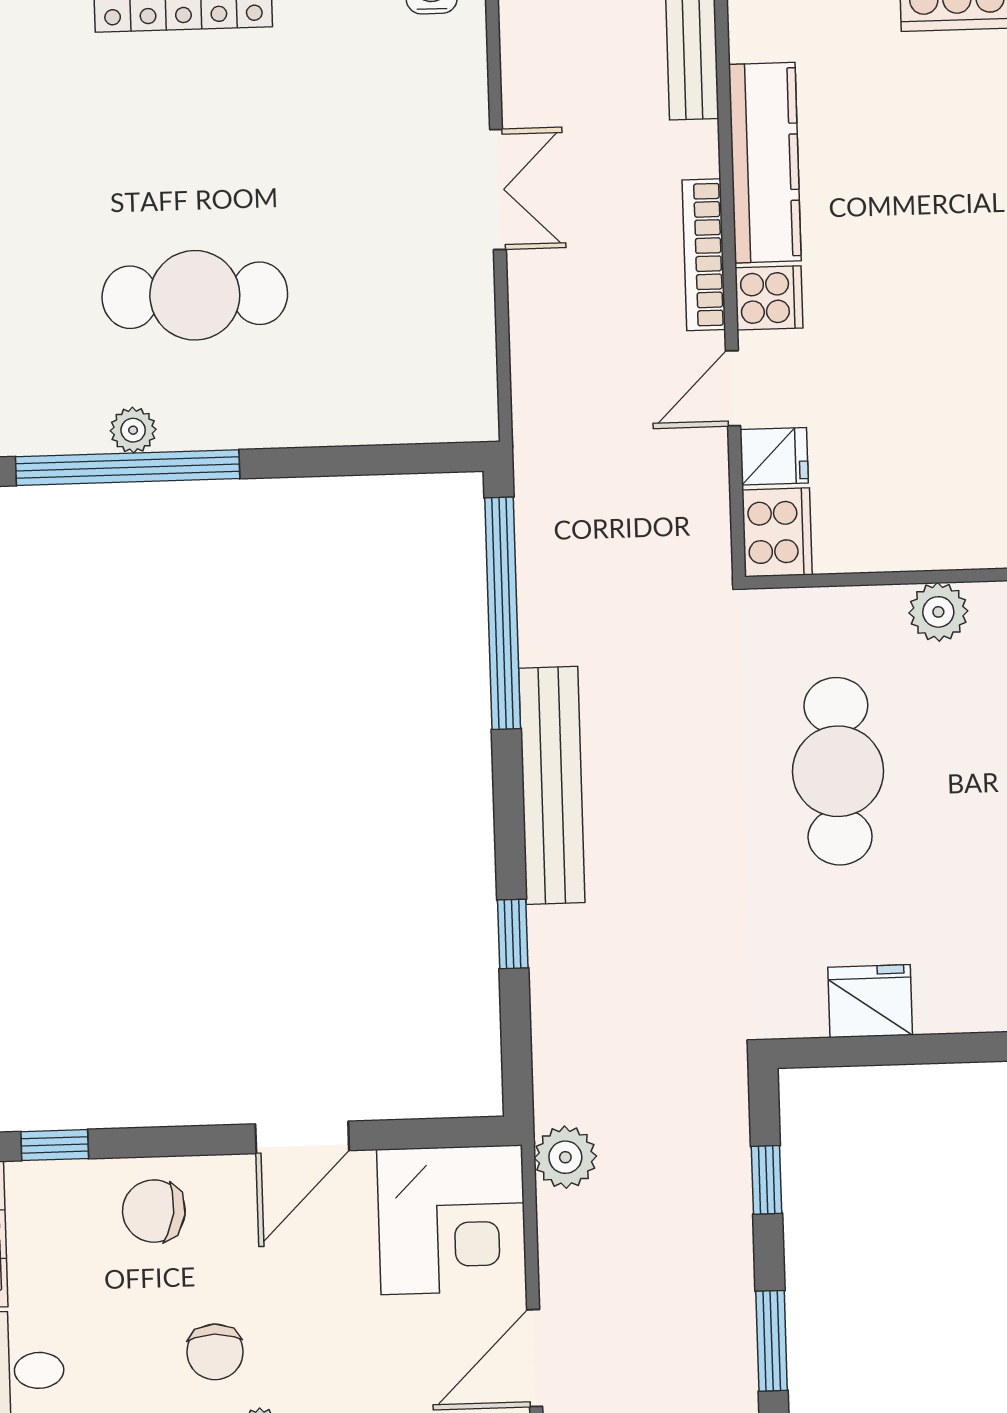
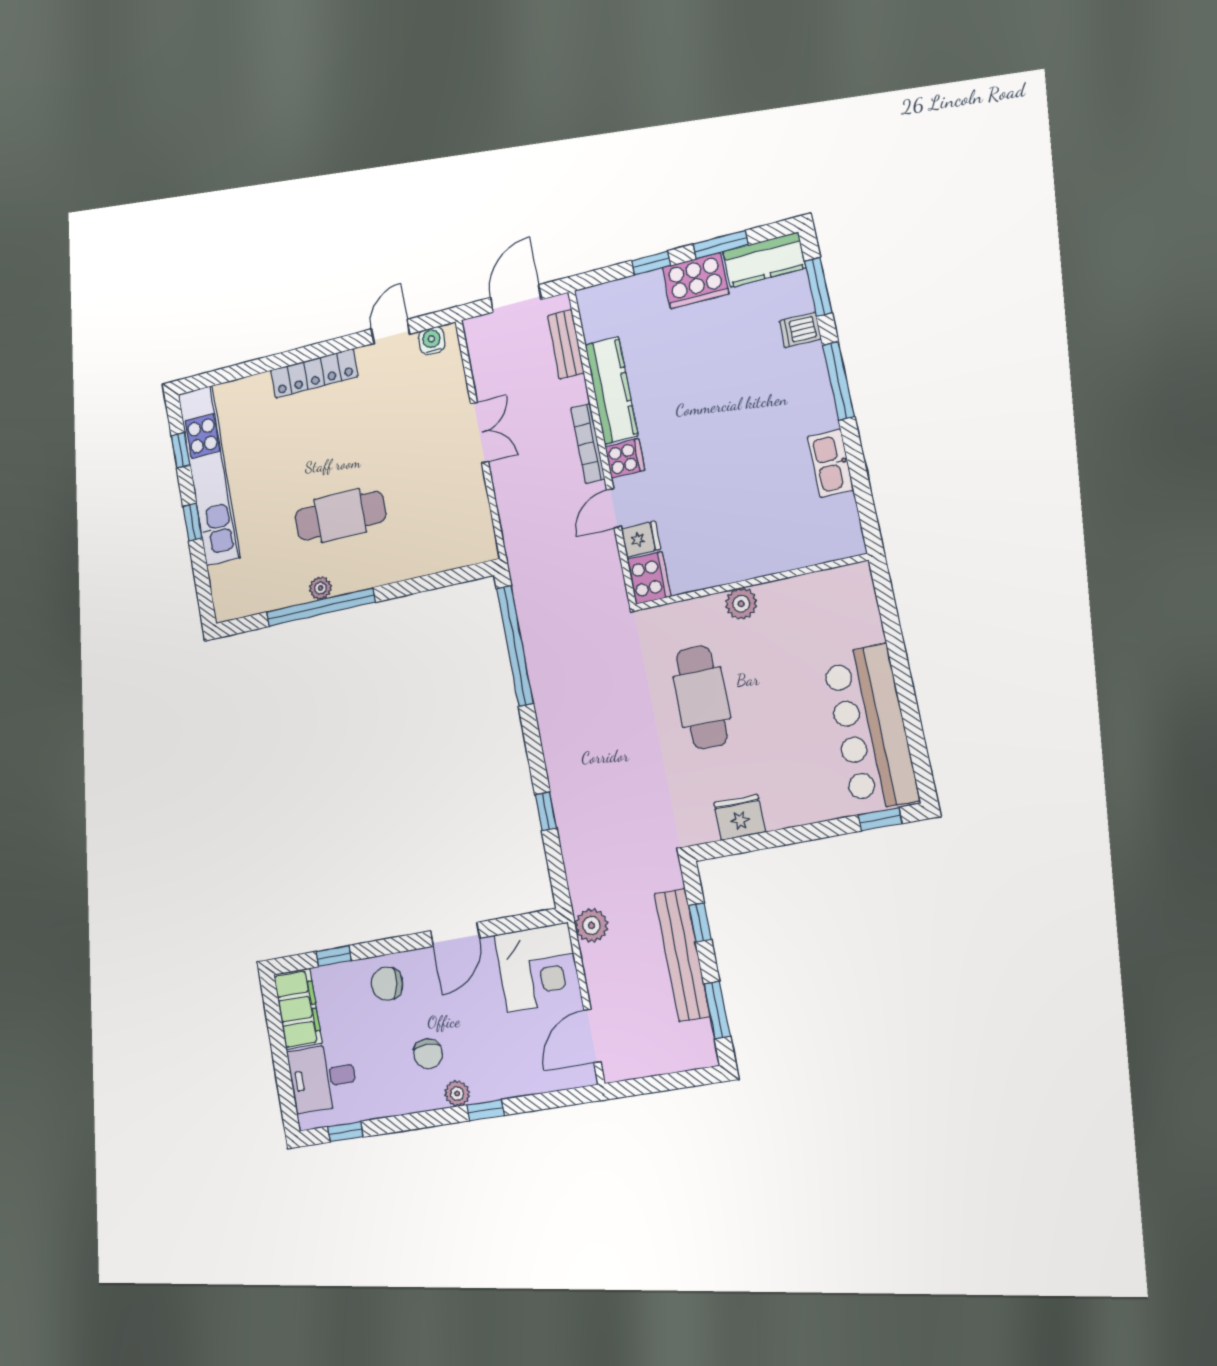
bench: (552, 785) -> (682, 955), moved

